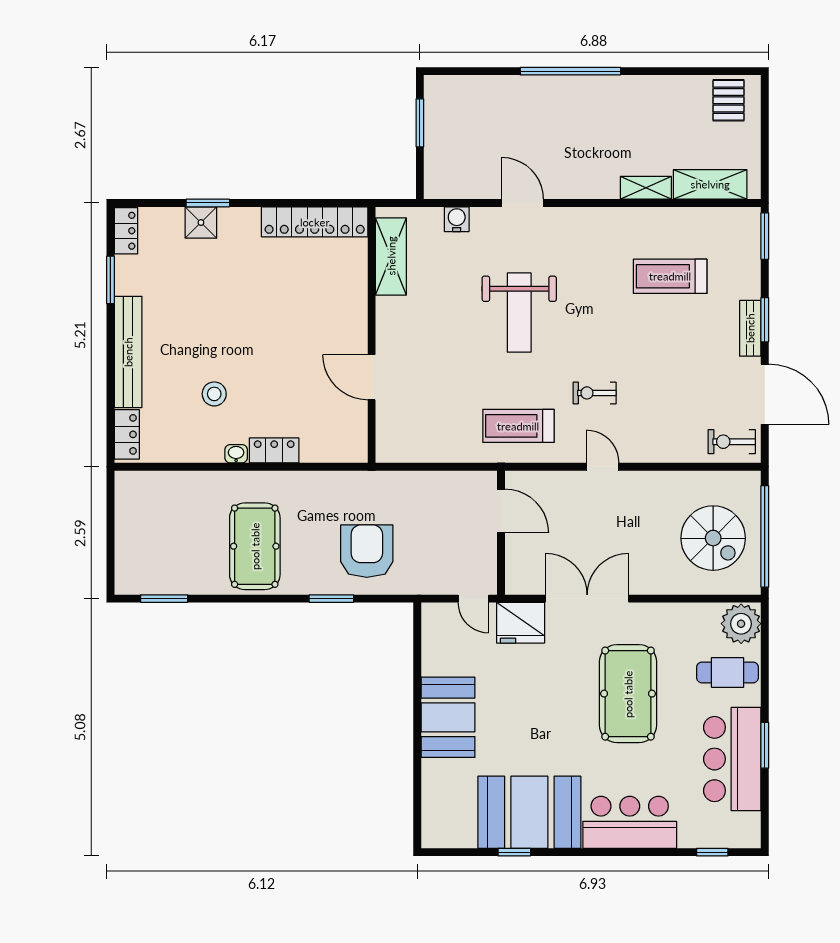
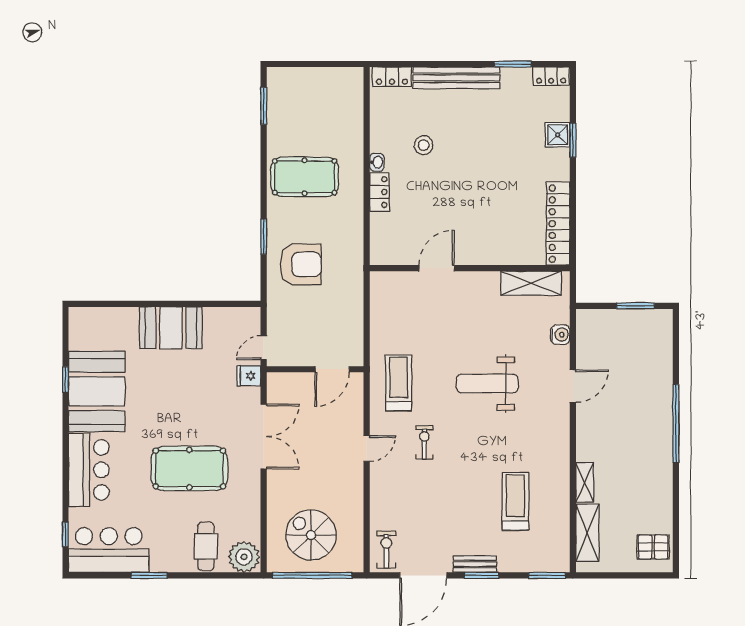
spiral stairs: (713, 538) -> (311, 535), turned 90
fridge: (521, 623) -> (249, 376), width x0.53, depth x0.75
bar counter: (732, 759) -> (109, 550), moved

